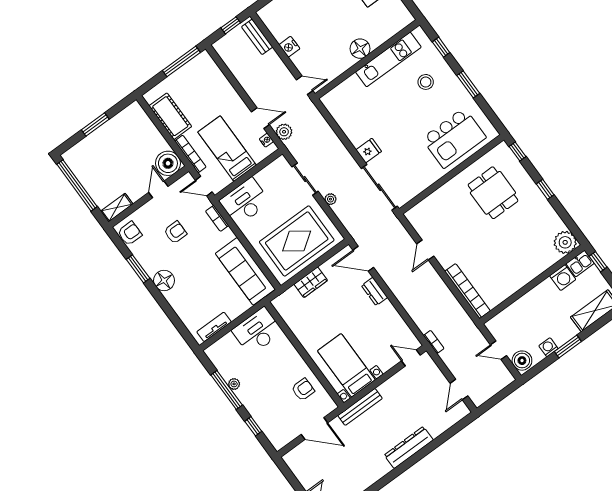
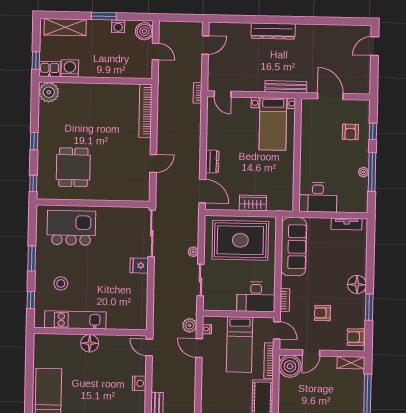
armchair: (303, 389) -> (350, 132), moved, turned -90

